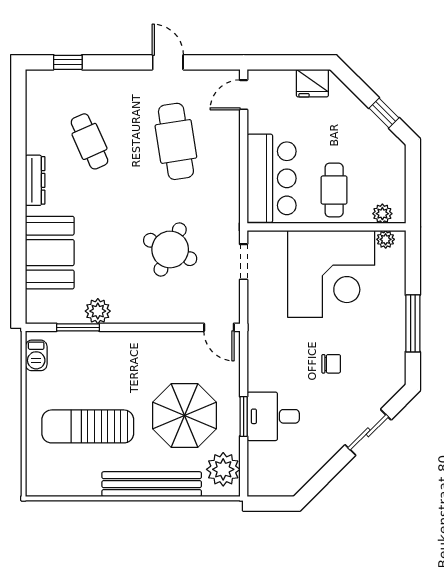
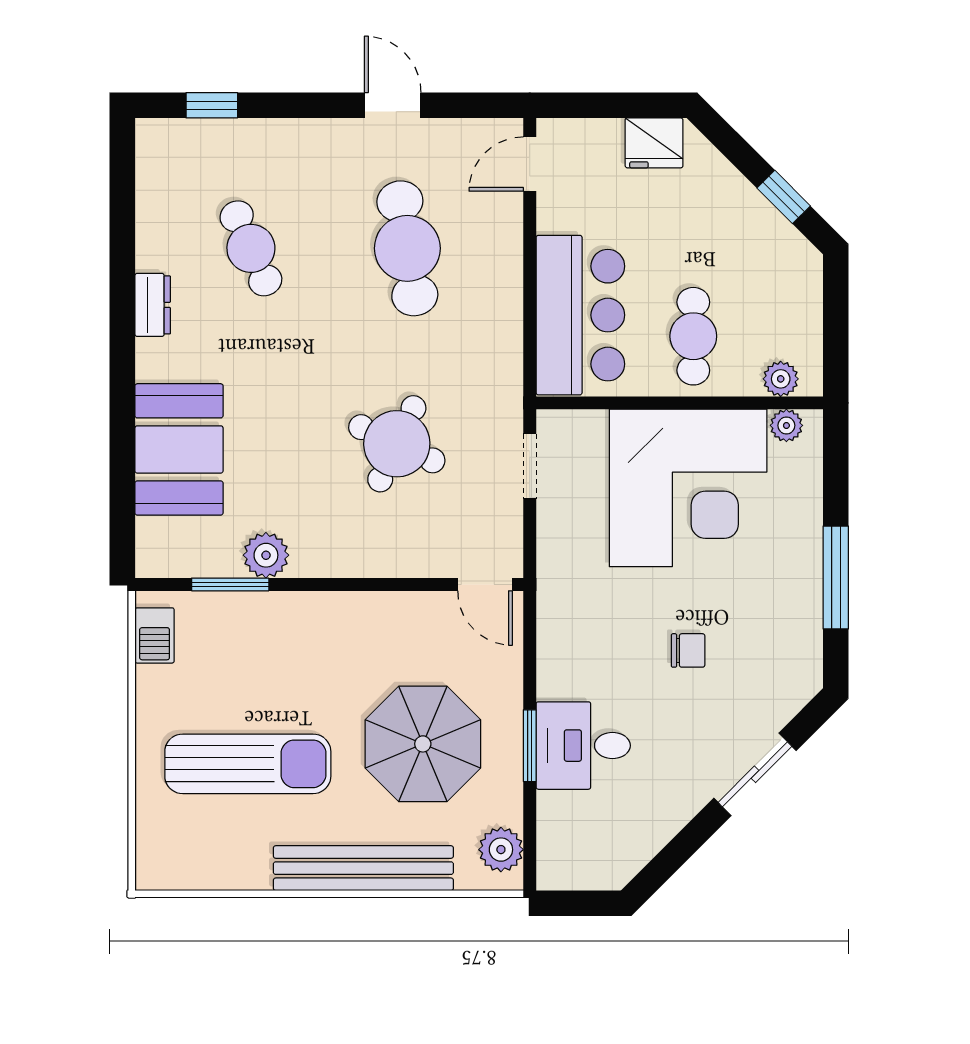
dresser: (35, 180) -> (153, 305), width x0.70
sun lounger: (88, 426) -> (248, 764), turned 180
plant: (223, 469) -> (501, 850), width x0.73, depth x0.73

